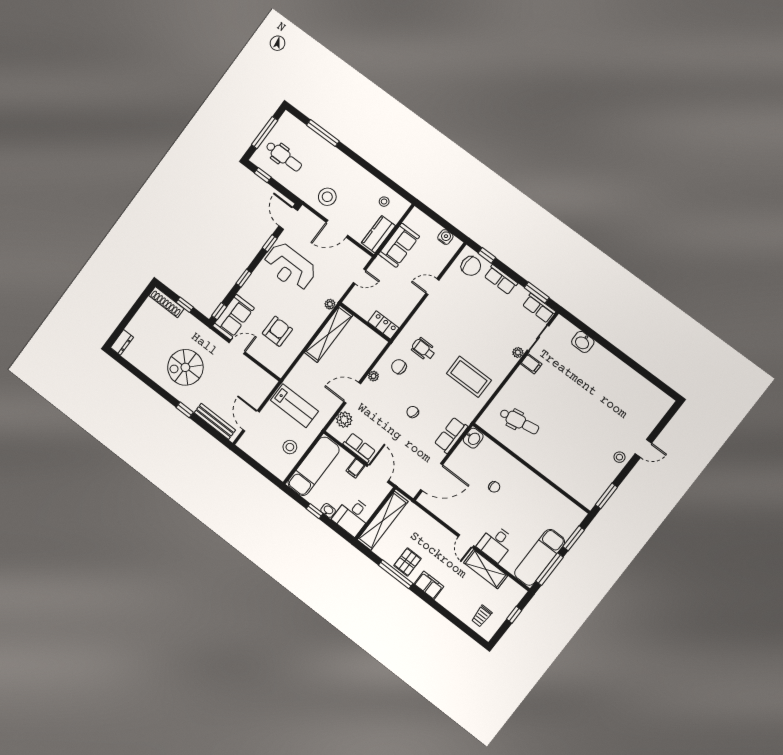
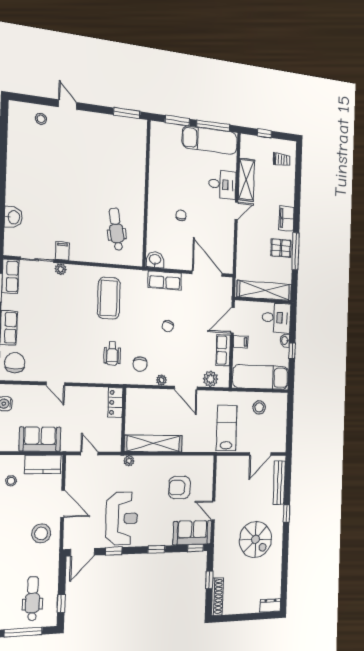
stool: (619, 457) -> (41, 119), moved

